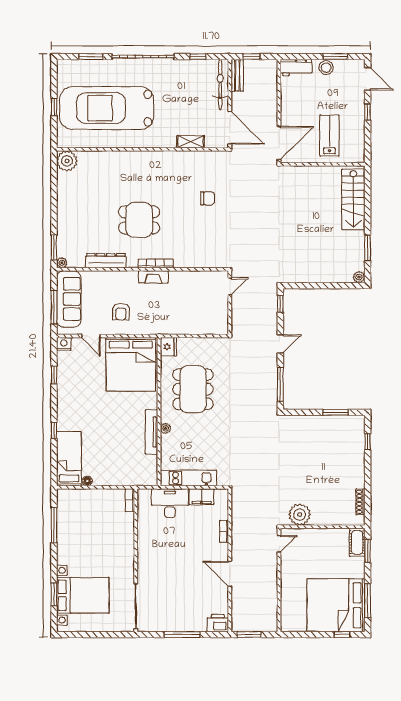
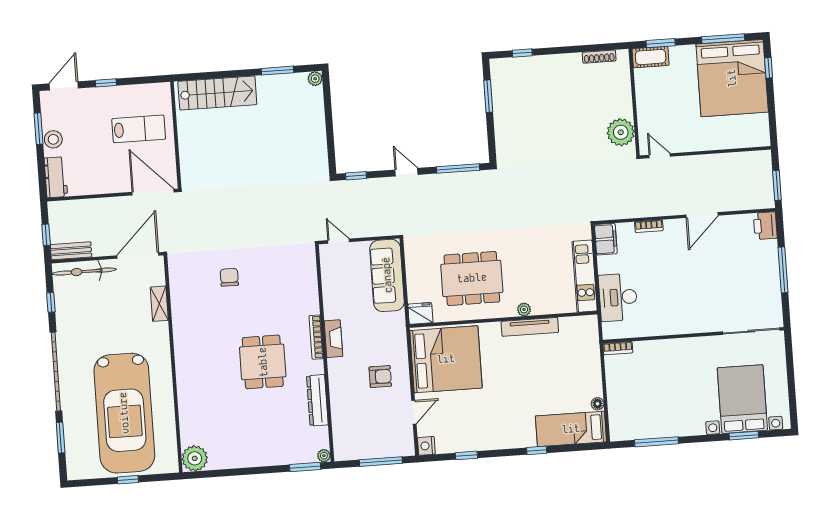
lab bench: (329, 135) -> (139, 129), turned 180
sofa: (69, 299) -> (387, 275), moved, turned -90
filing cabinet: (202, 497) -> (606, 239), moved

